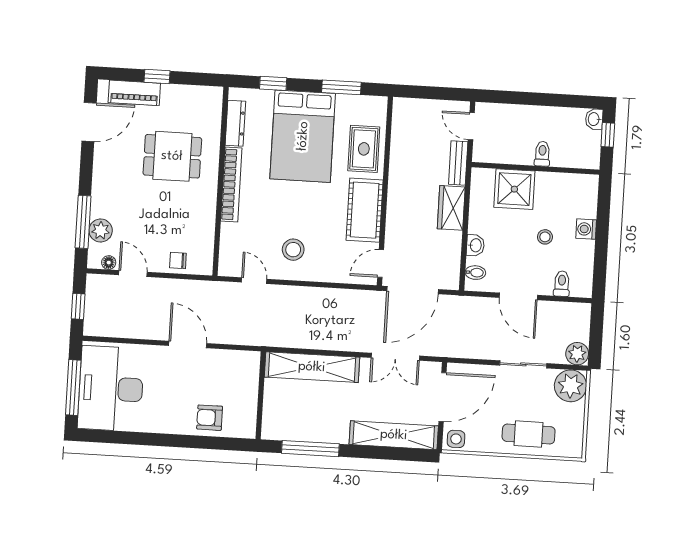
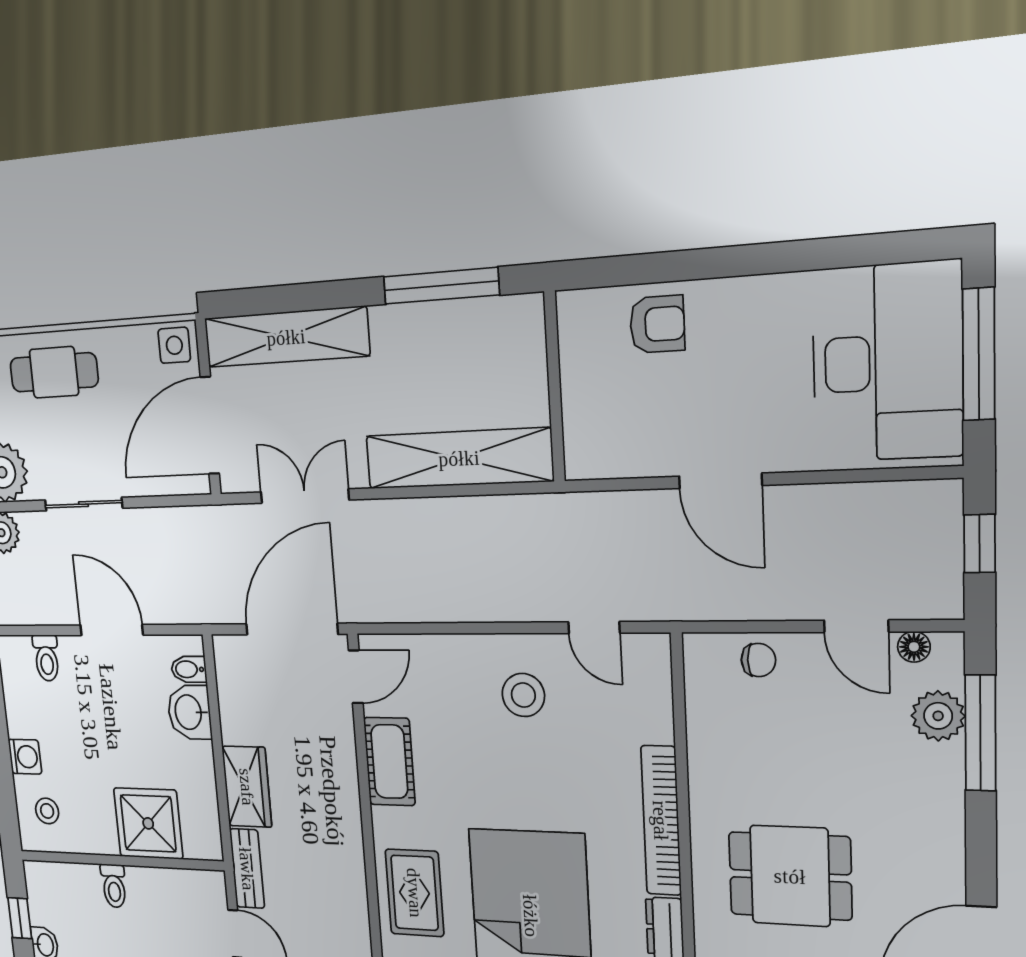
cot: (365, 210) -> (389, 762), width x0.73, depth x0.75
stool: (545, 237) -> (47, 811), moved
washbasin: (475, 245) -> (189, 712), width x1.38, depth x1.45

